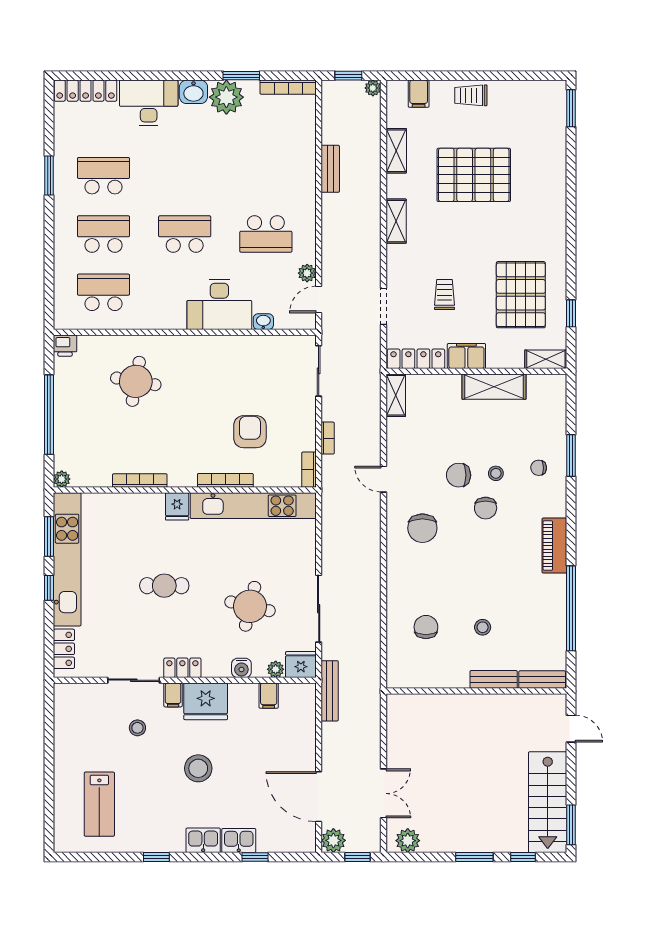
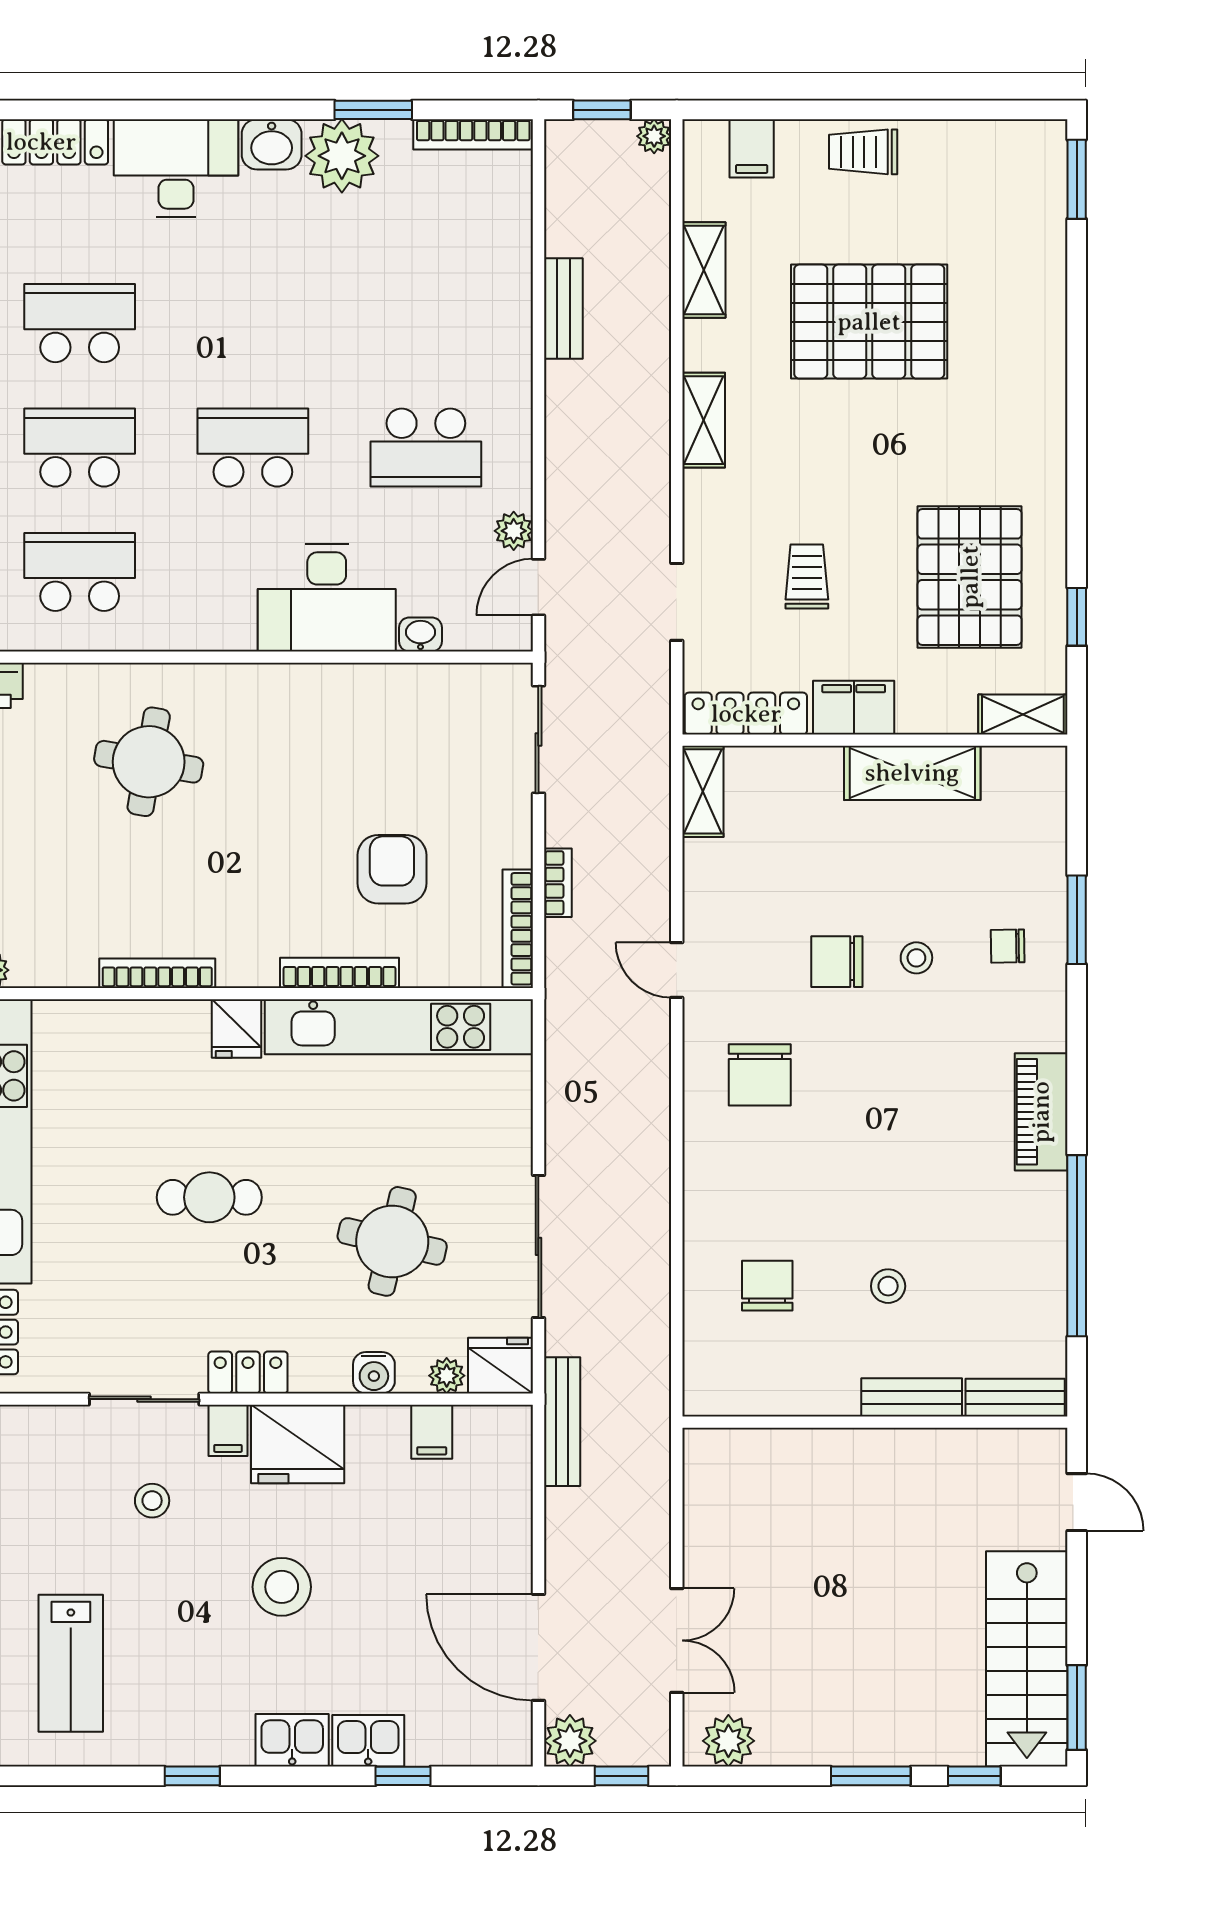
bookcase: (309, 470) -> (518, 929), width x1.56
chair: (486, 508) -> (894, 1032), removed

